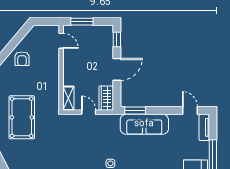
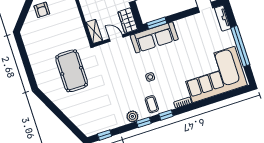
pool table: (22, 117) -> (72, 71), moved
sofa: (144, 124) -> (154, 37), moved

